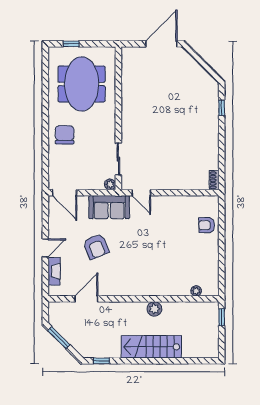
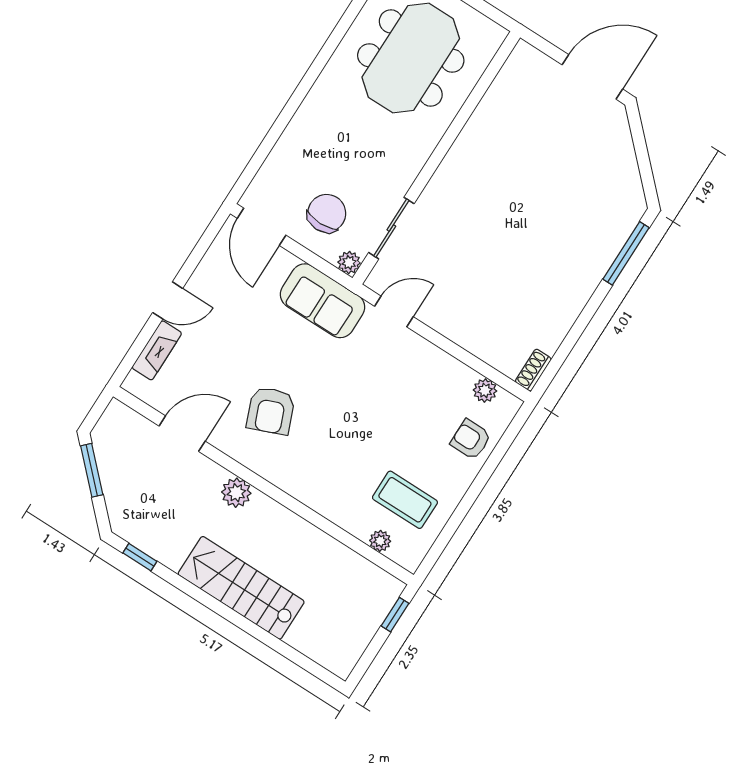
window: (222, 108) -> (626, 253), width x2.17
chair: (65, 135) -> (327, 213), moved
door: (141, 193) -> (394, 311), swing flipped
plant: (200, 201) -> (485, 390), added
armchair: (96, 247) -> (271, 411), moved
coffee table: (196, 267) -> (405, 500), added
plant: (154, 309) -> (236, 493), moved

